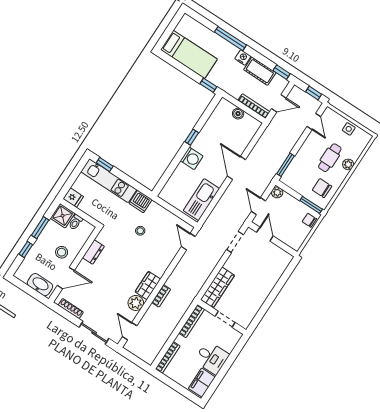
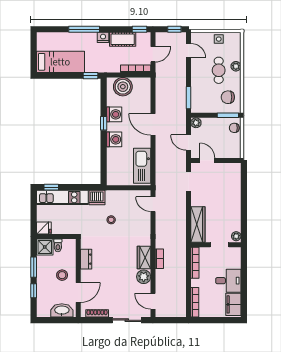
boiler: (238, 114) -> (123, 87), width x1.86, depth x1.86
washing machine: (207, 135) -> (114, 114), added
plant: (246, 321) -> (236, 236), added

